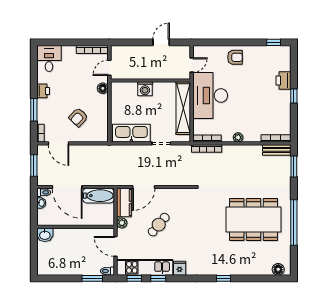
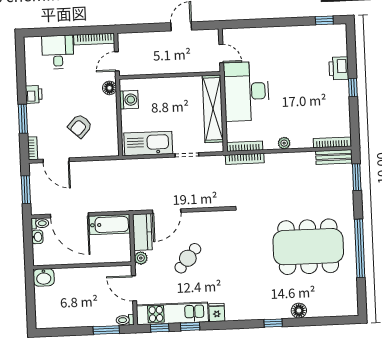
armchair: (235, 57) -> (276, 41), removed
desk: (49, 58) -> (58, 52), moved
door: (192, 65) -> (221, 53), hinge flipped
washing machine: (145, 89) -> (129, 100), moved, turned -90
floor lamp: (278, 269) -> (299, 311), moved

